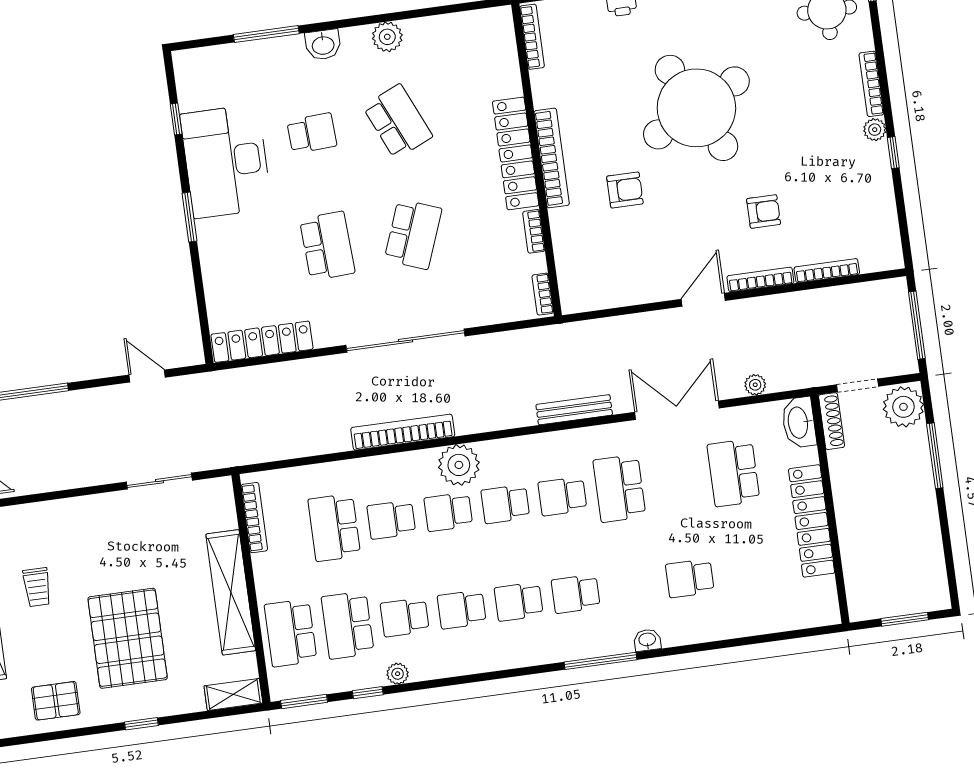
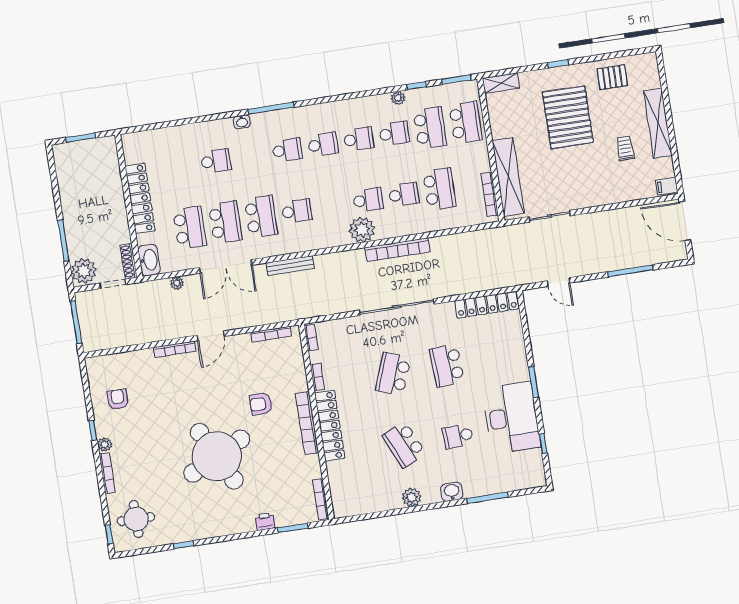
armchair: (764, 211) -> (118, 399), moved, turned 90
bookcase: (827, 271) -> (271, 334), moved
school desk: (505, 504) -> (225, 222), moved, width x1.85
shelving: (231, 592) -> (508, 177), moved

